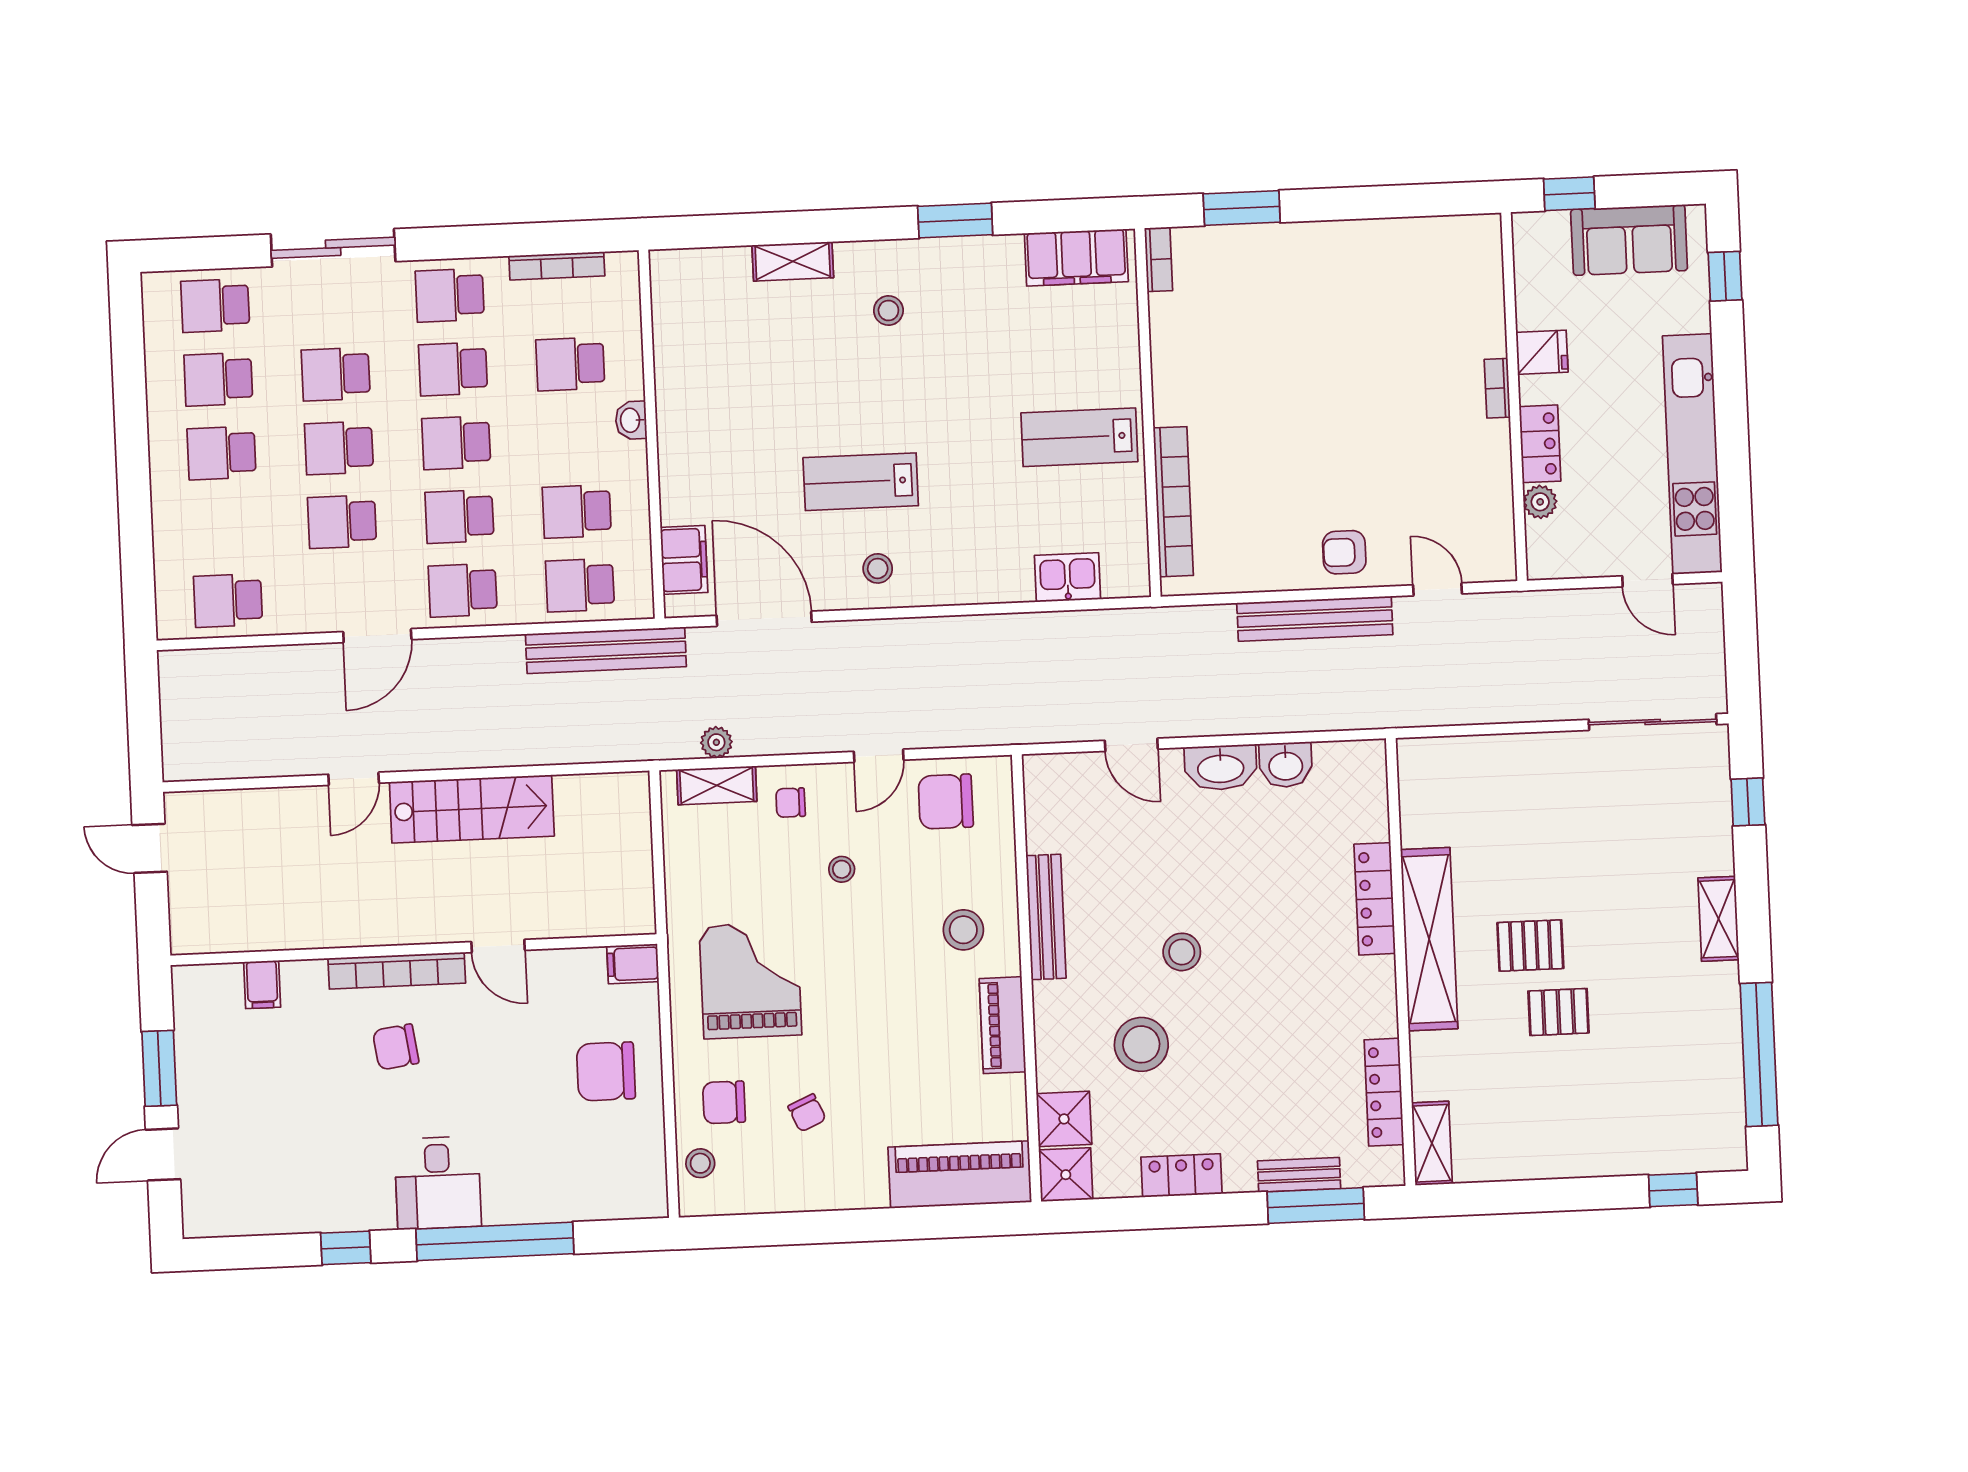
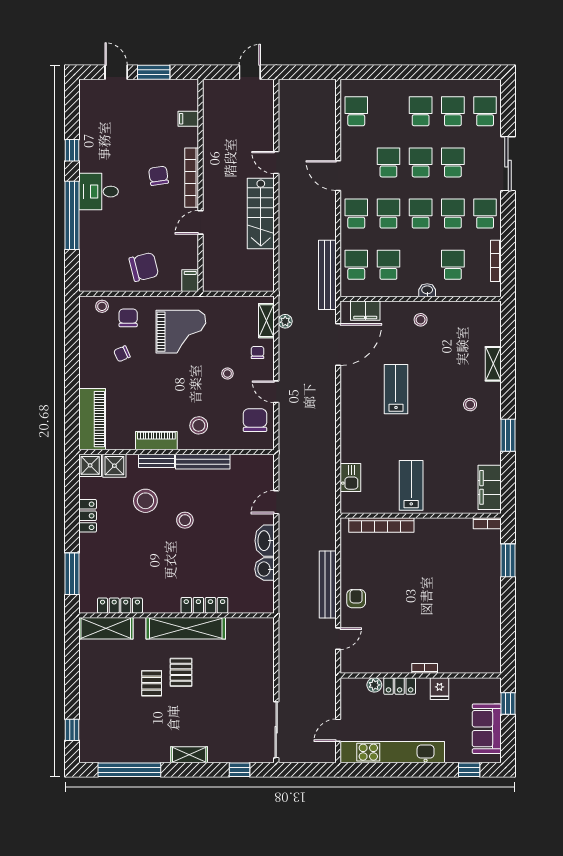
stool: (878, 568) -> (421, 320), moved
chair: (606, 1071) -> (144, 267), turned 76
shelving: (1432, 1143) -> (106, 628), width x1.50, depth x1.33
bench: (1299, 1175) -> (156, 461), moved, turned 90

